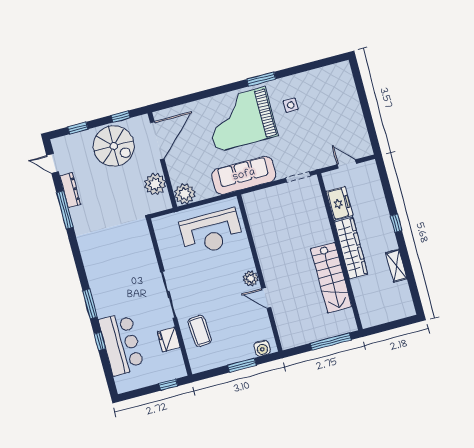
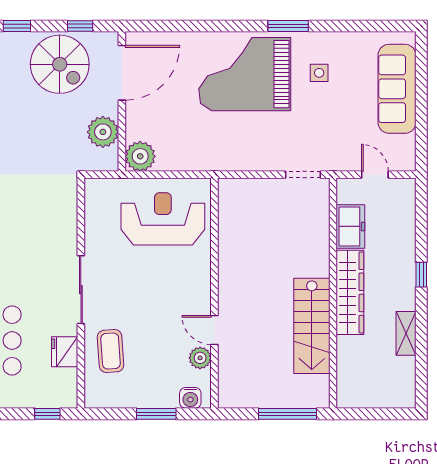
sofa: (244, 175) -> (397, 89), moved, turned -90
reception desk: (211, 232) -> (163, 219), turned 180
plant: (251, 278) -> (200, 358), moved

